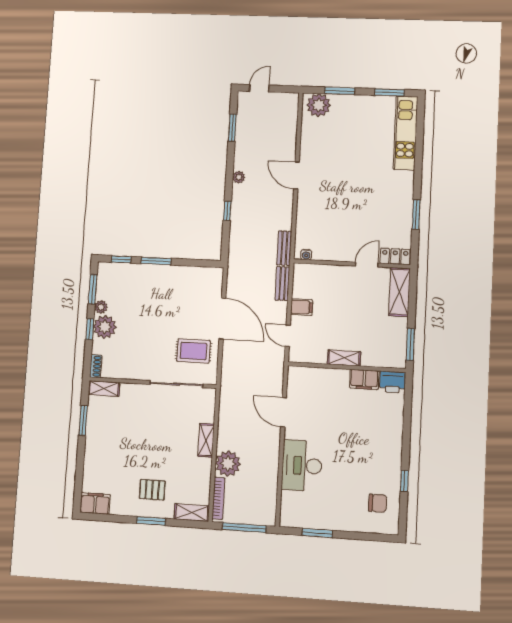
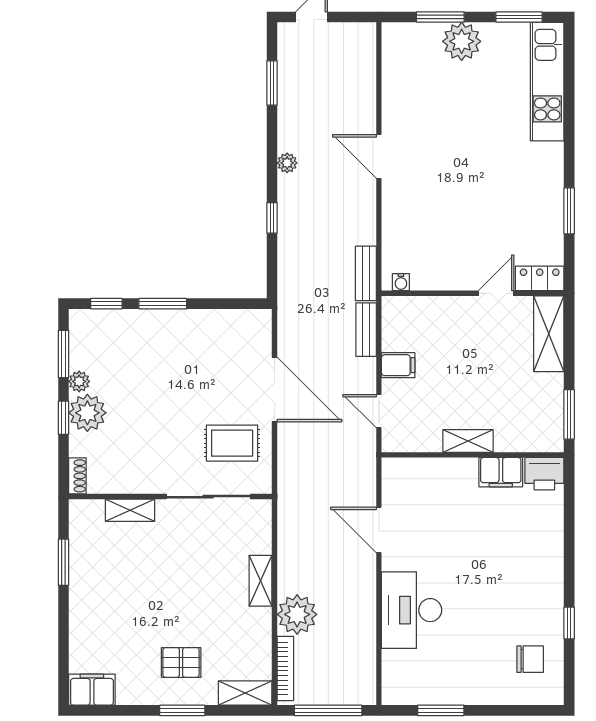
plant: (319, 105) -> (462, 41), moved
shelving: (104, 389) -> (130, 510), moved

